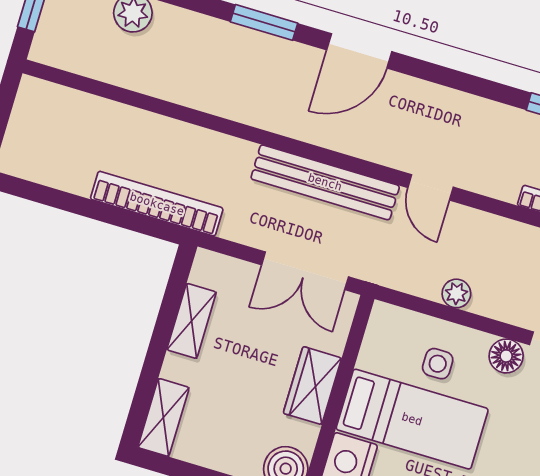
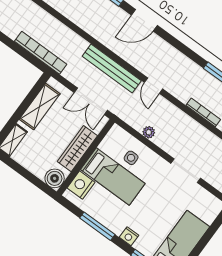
shelving: (192, 321) -> (40, 107), width x1.50, depth x1.33
floor lamp: (506, 356) -> (160, 165), removed
wardrobe: (312, 386) -> (77, 149), width x1.50

